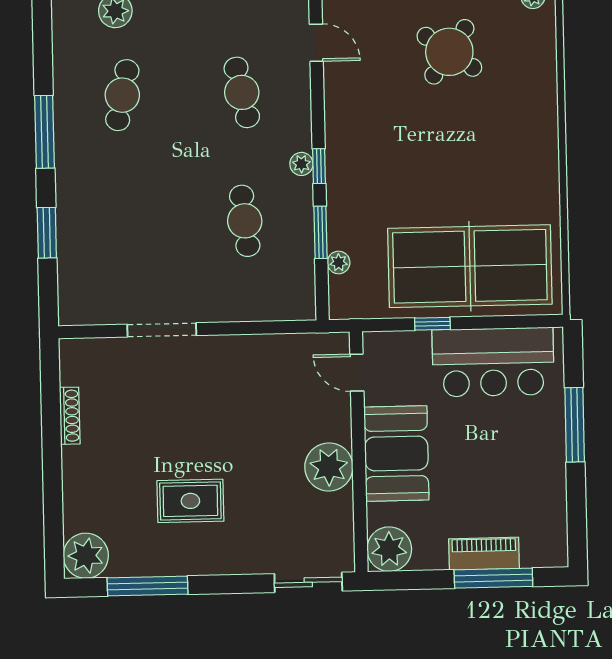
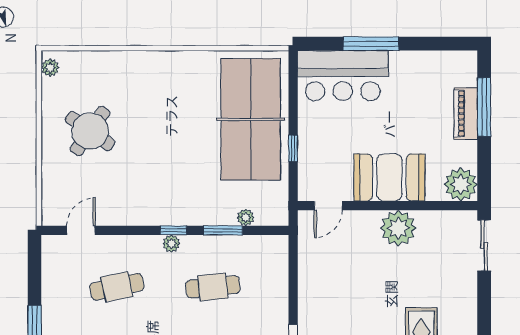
bar counter: (493, 362) -> (343, 76), moved, turned 90

